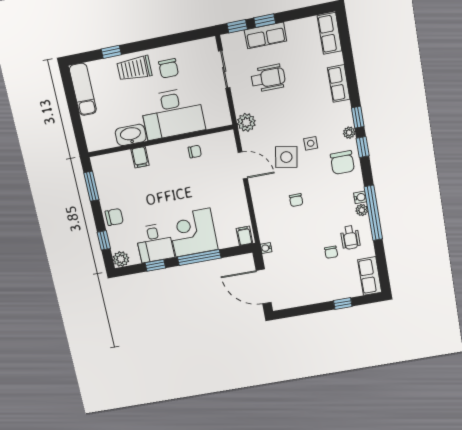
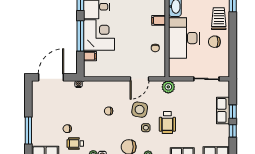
window: (237, 26) -> (233, 131), moved
wheelchair: (268, 78) -> (167, 122), moved
filing cabinet: (140, 157) -> (159, 20), moved
filing cabinet: (244, 236) -> (90, 56), moved
window: (343, 303) -> (28, 131), width x2.17

